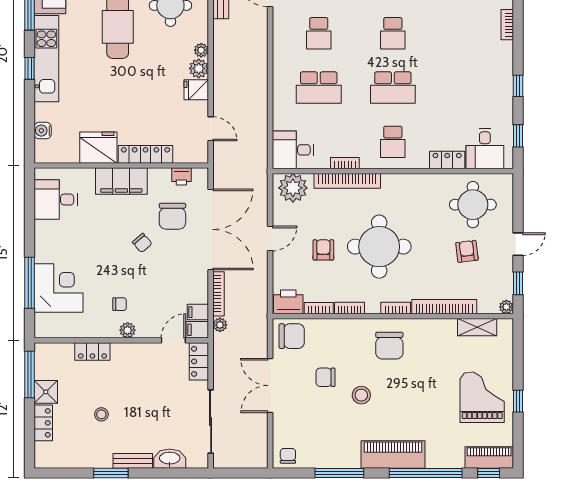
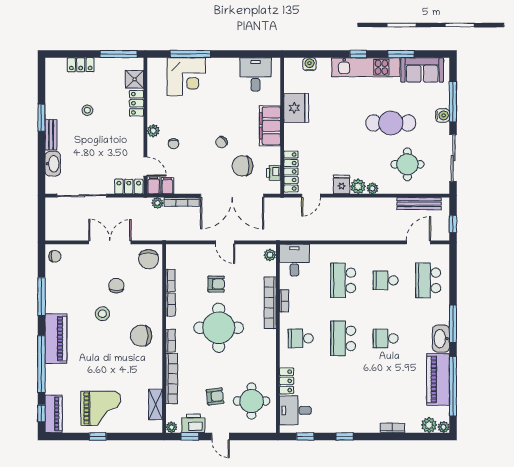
locker: (145, 154) -> (291, 172), moved
plant: (293, 188) -> (270, 255), width x0.53, depth x0.53
printer: (288, 302) -> (193, 423), moved, turned -90
chair: (120, 304) -> (174, 144), moved
shower: (46, 392) -> (135, 79), moved

